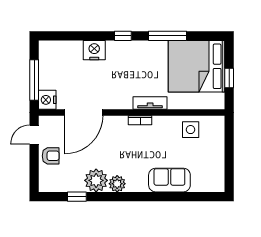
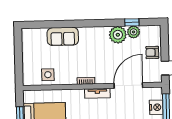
nightstand: (47, 100) -> (156, 107), moved
tv unit: (150, 103) -> (97, 93), moved
plant: (117, 184) -> (134, 32), moved

